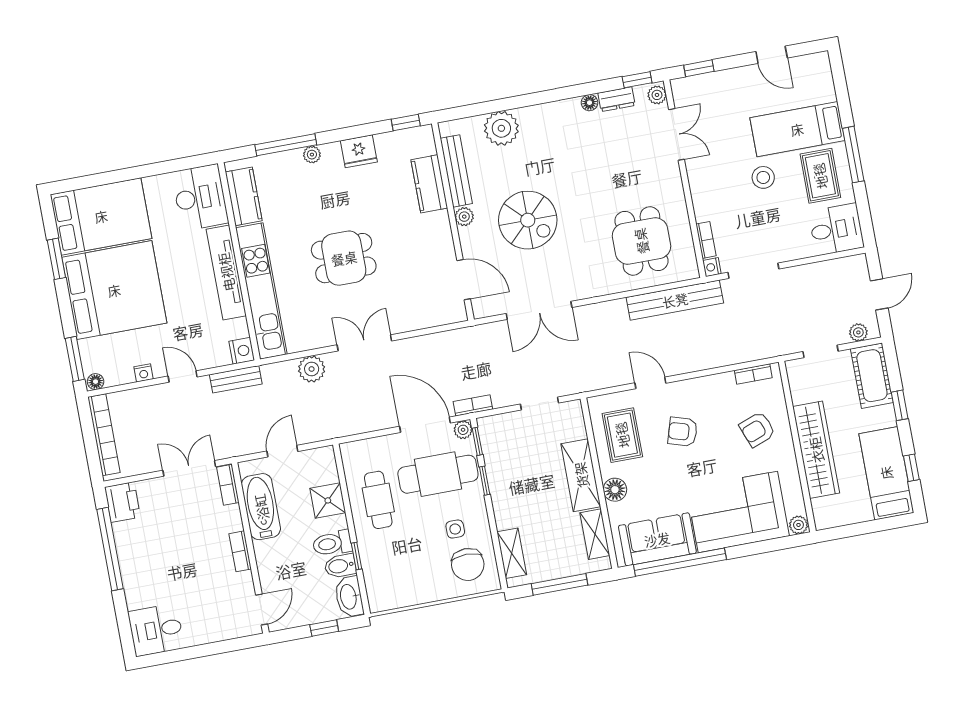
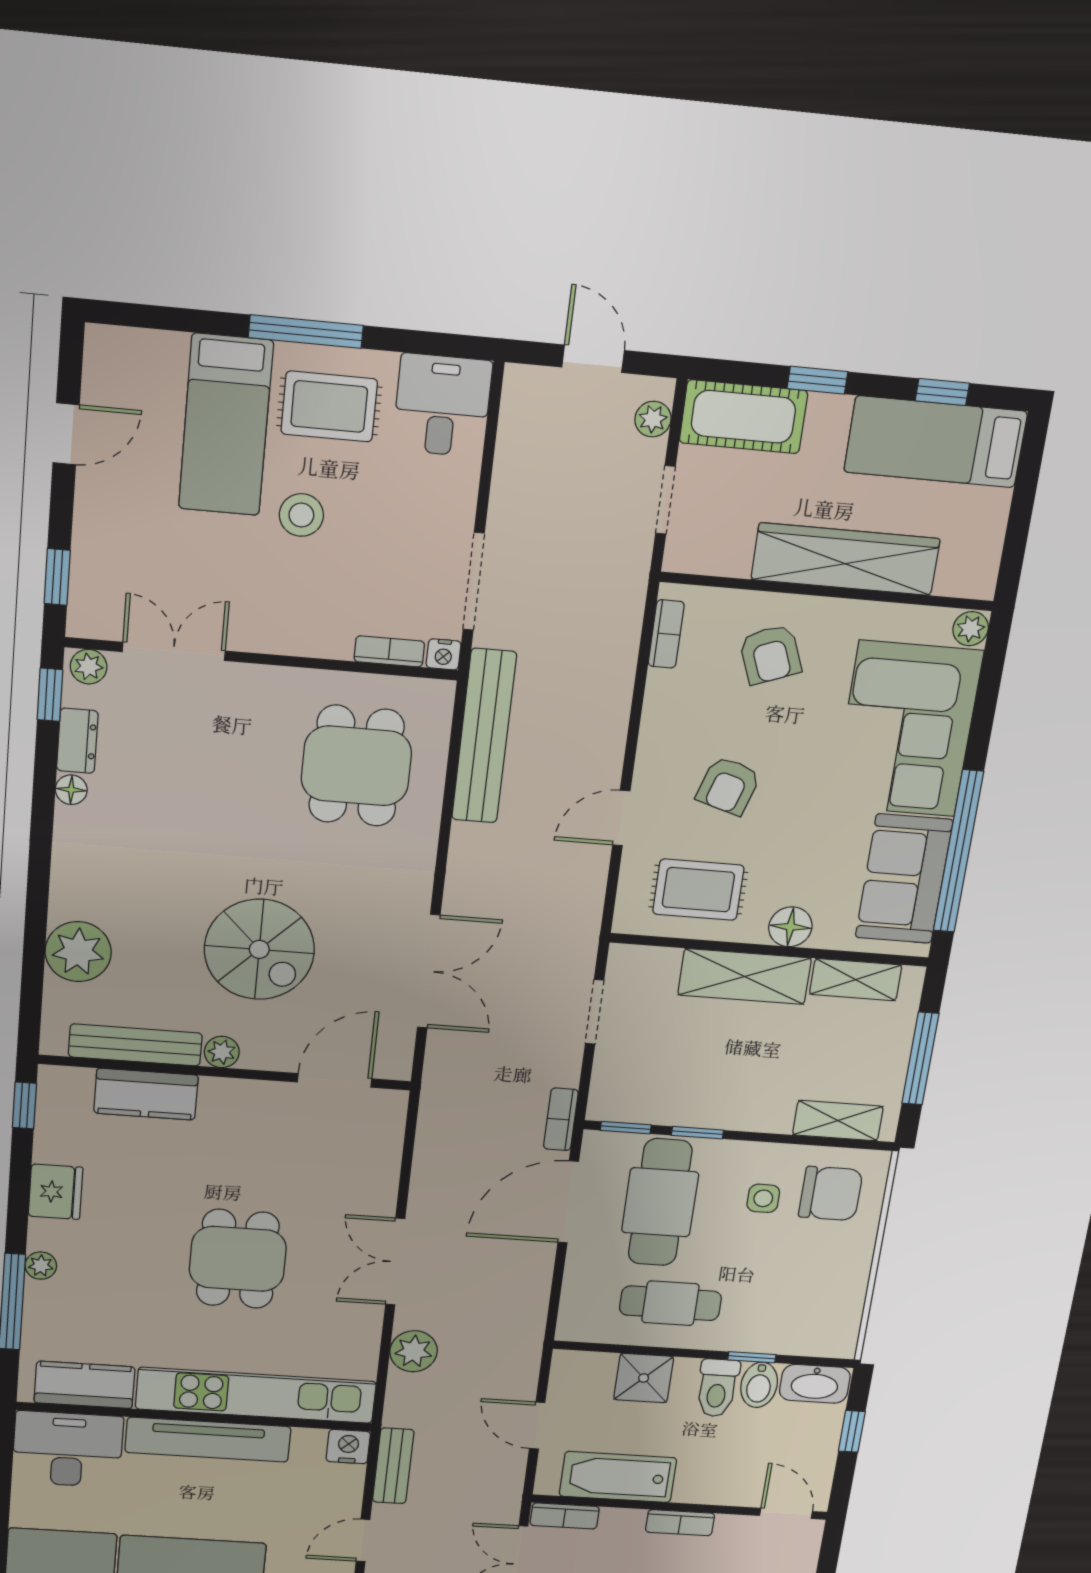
spiral stairs: (528, 220) -> (259, 949), turned 90
dining table: (641, 241) -> (356, 766), turned 90
plant: (463, 430) -> (598, 1145), removed

